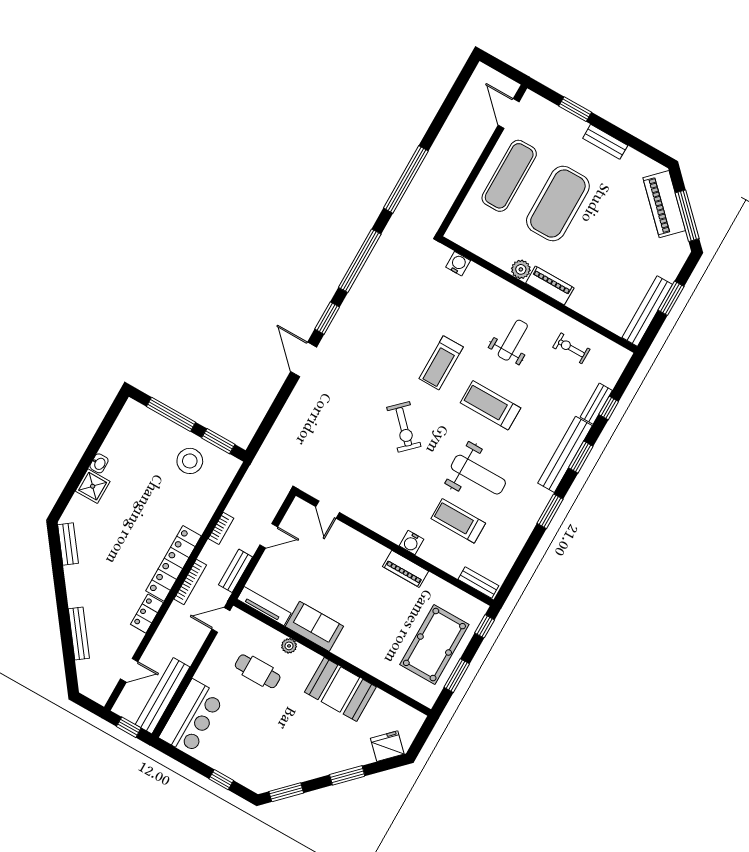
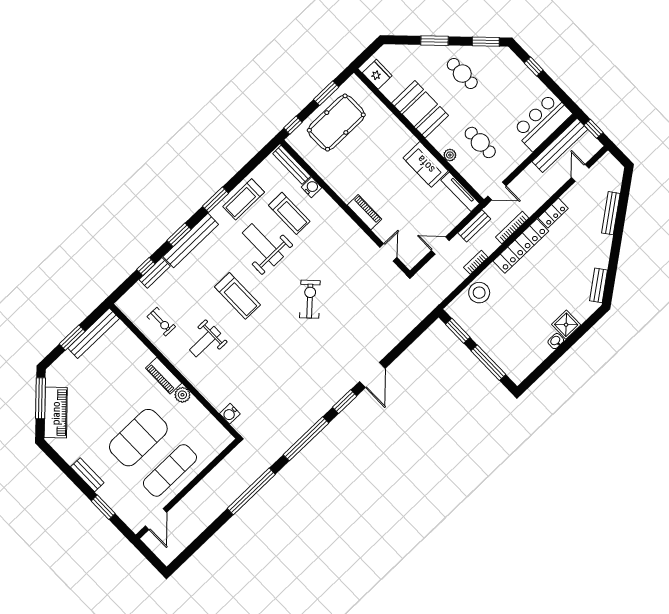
treadmill: (441, 363) -> (244, 199), moved, turned 180
stool: (190, 461) -> (479, 293), moved
water cooler: (411, 543) -> (311, 187), moved
piano: (405, 569) -> (364, 212), moved
bench: (478, 583) -> (292, 165), width x1.36
door: (129, 670) -> (580, 173), hinge flipped
cafe table: (303, 746) -> (462, 74), added
fridge: (387, 746) -> (377, 74), moved, turned -135

